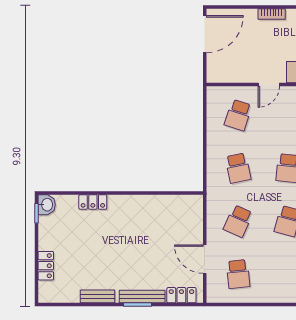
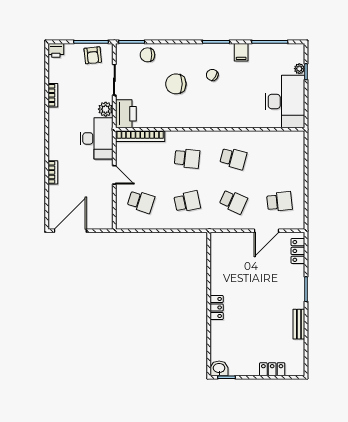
door: (205, 34) -> (70, 231), hinge flipped
locker: (93, 202) -> (217, 307), moved
bench: (142, 297) -> (299, 285), removed

